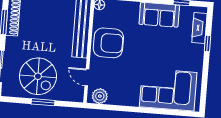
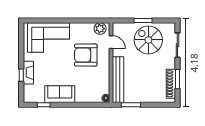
fireplace: (199, 28) -> (28, 73), moved
armchair: (108, 43) -> (86, 55), moved

